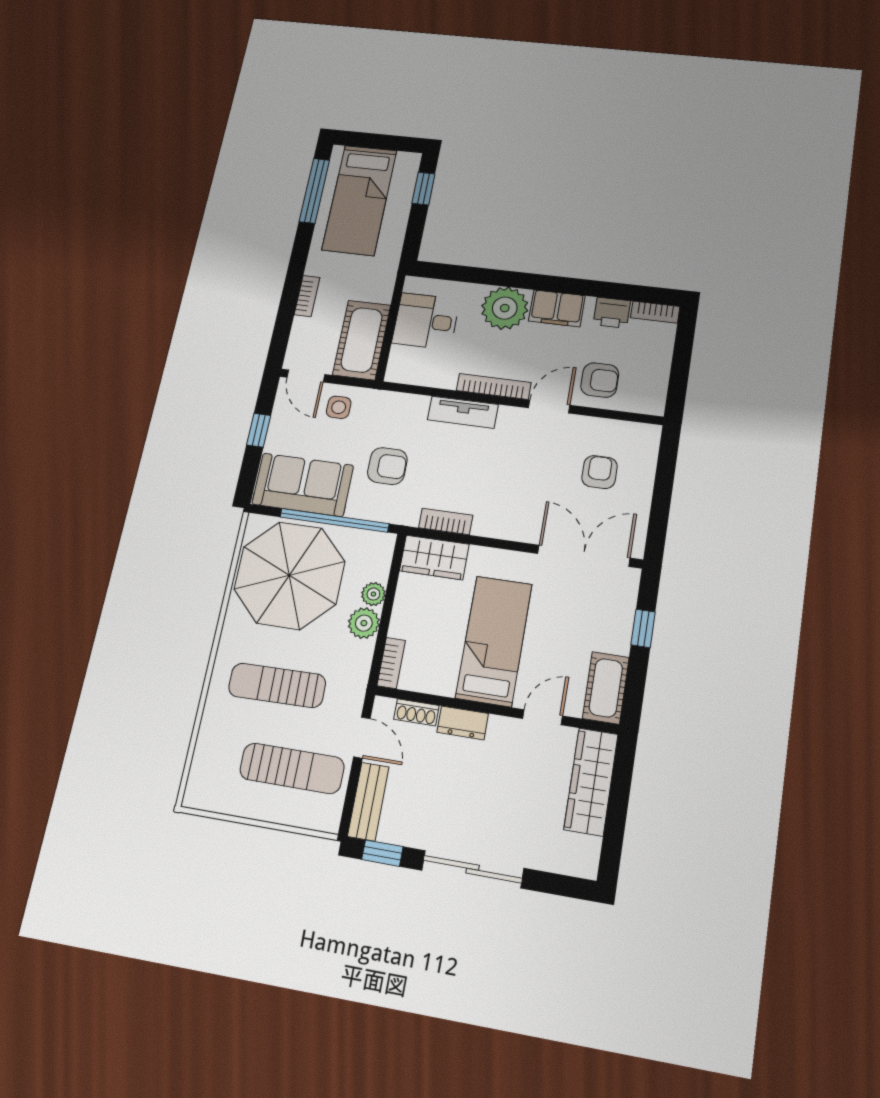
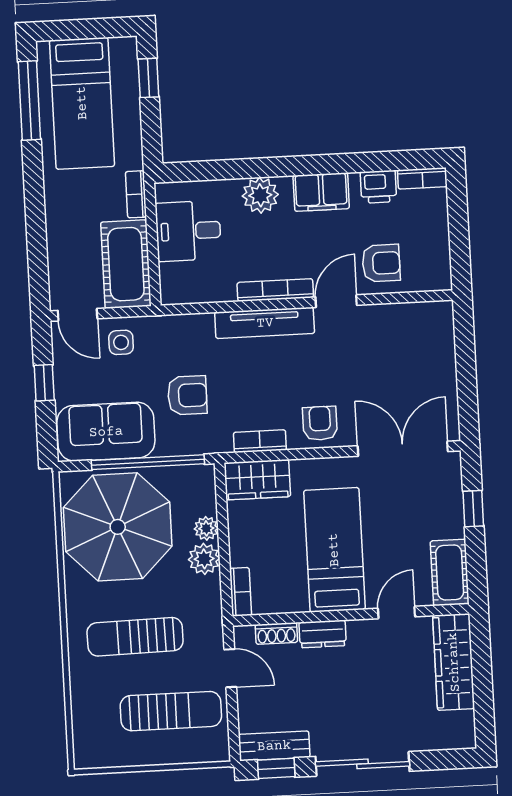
bookcase: (307, 296) -> (136, 194), moved, turned 180
plant: (505, 308) -> (260, 195), width x0.73, depth x0.73
tv unit: (463, 412) -> (265, 323), width x1.41
armchair: (600, 472) -> (320, 423), moved
bench: (368, 801) -> (274, 746), moved, turned 90

